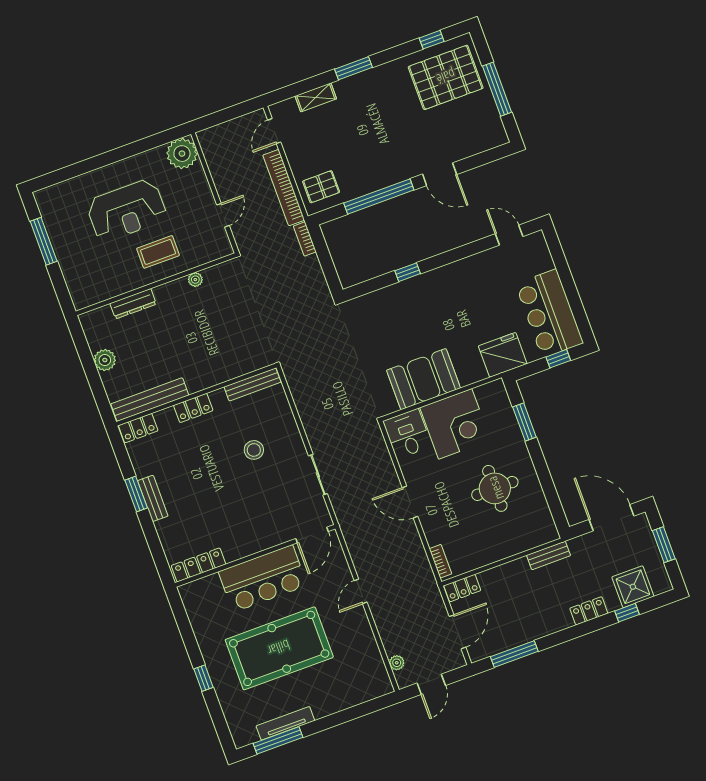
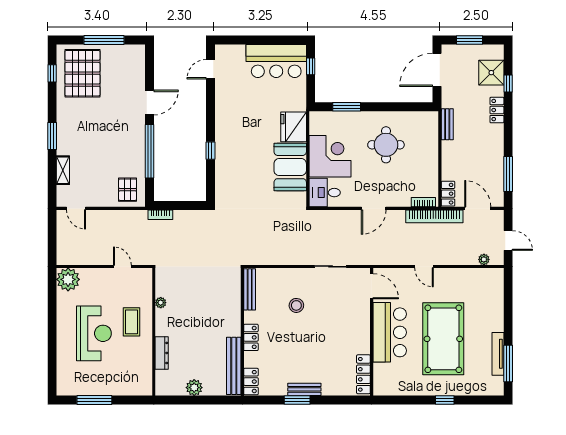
bookcase: (284, 188) -> (434, 216), moved
fridge: (503, 355) -> (294, 127), moved

